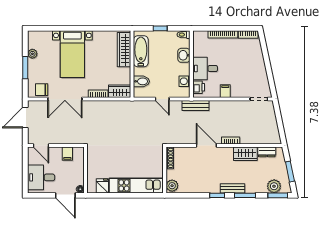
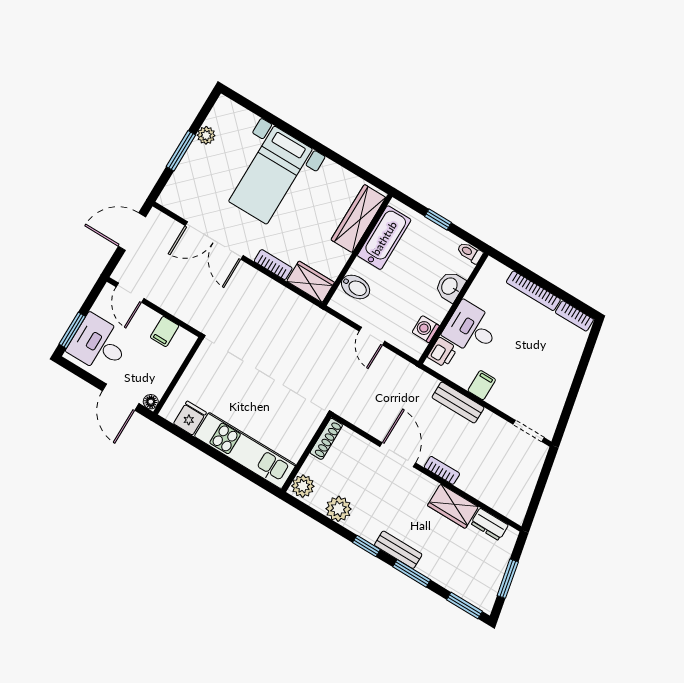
chair: (42, 90) -> (186, 203), removed
bench: (196, 106) -> (458, 403), moved
window: (25, 178) -> (72, 330), added
plant: (274, 186) -> (339, 509), moved

